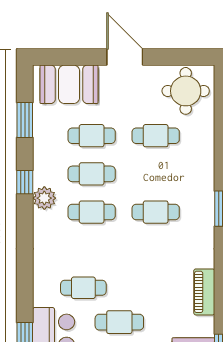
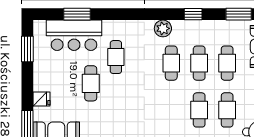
plant: (44, 198) -> (163, 28), moved
cafe table: (156, 212) -> (199, 110), moved

